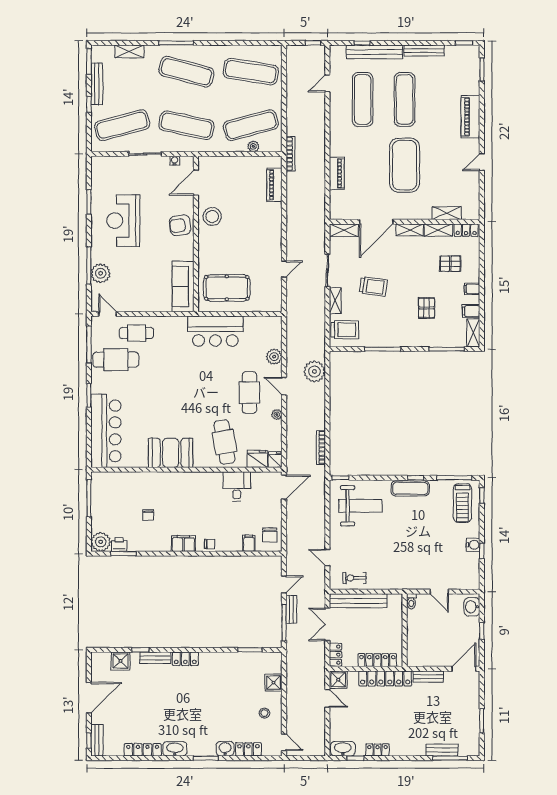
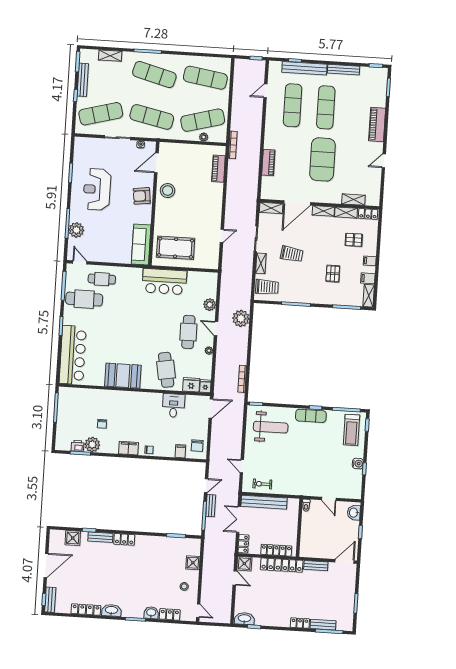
plant: (101, 542) -> (92, 445), moved
locker: (377, 750) -> (300, 623), moved

